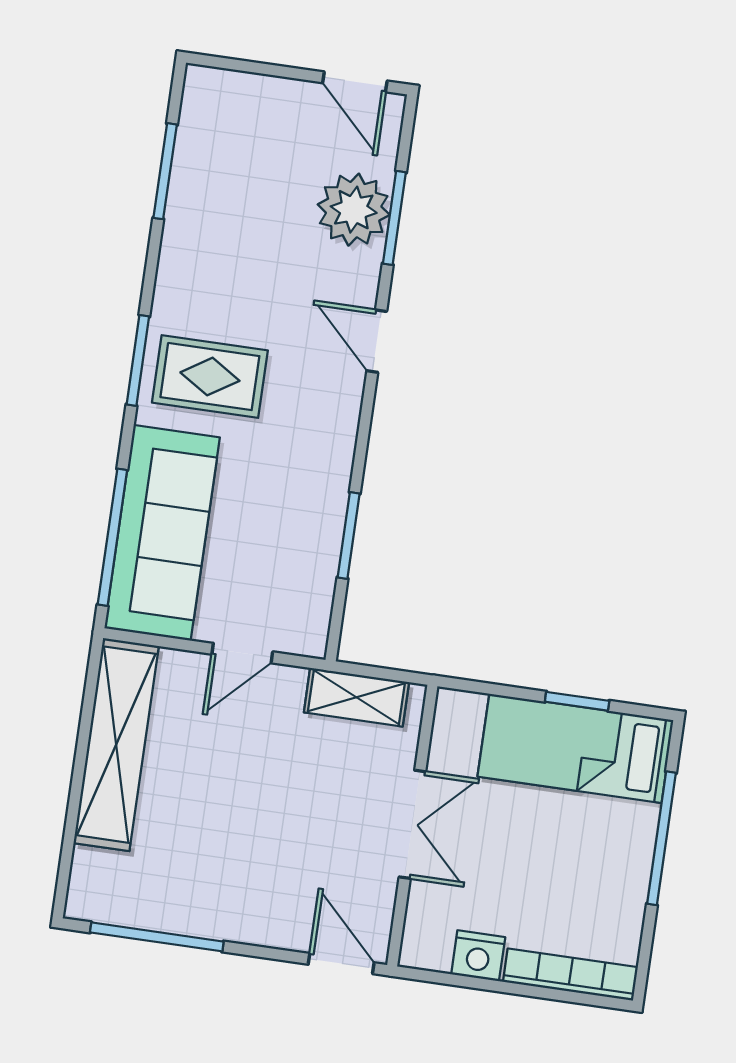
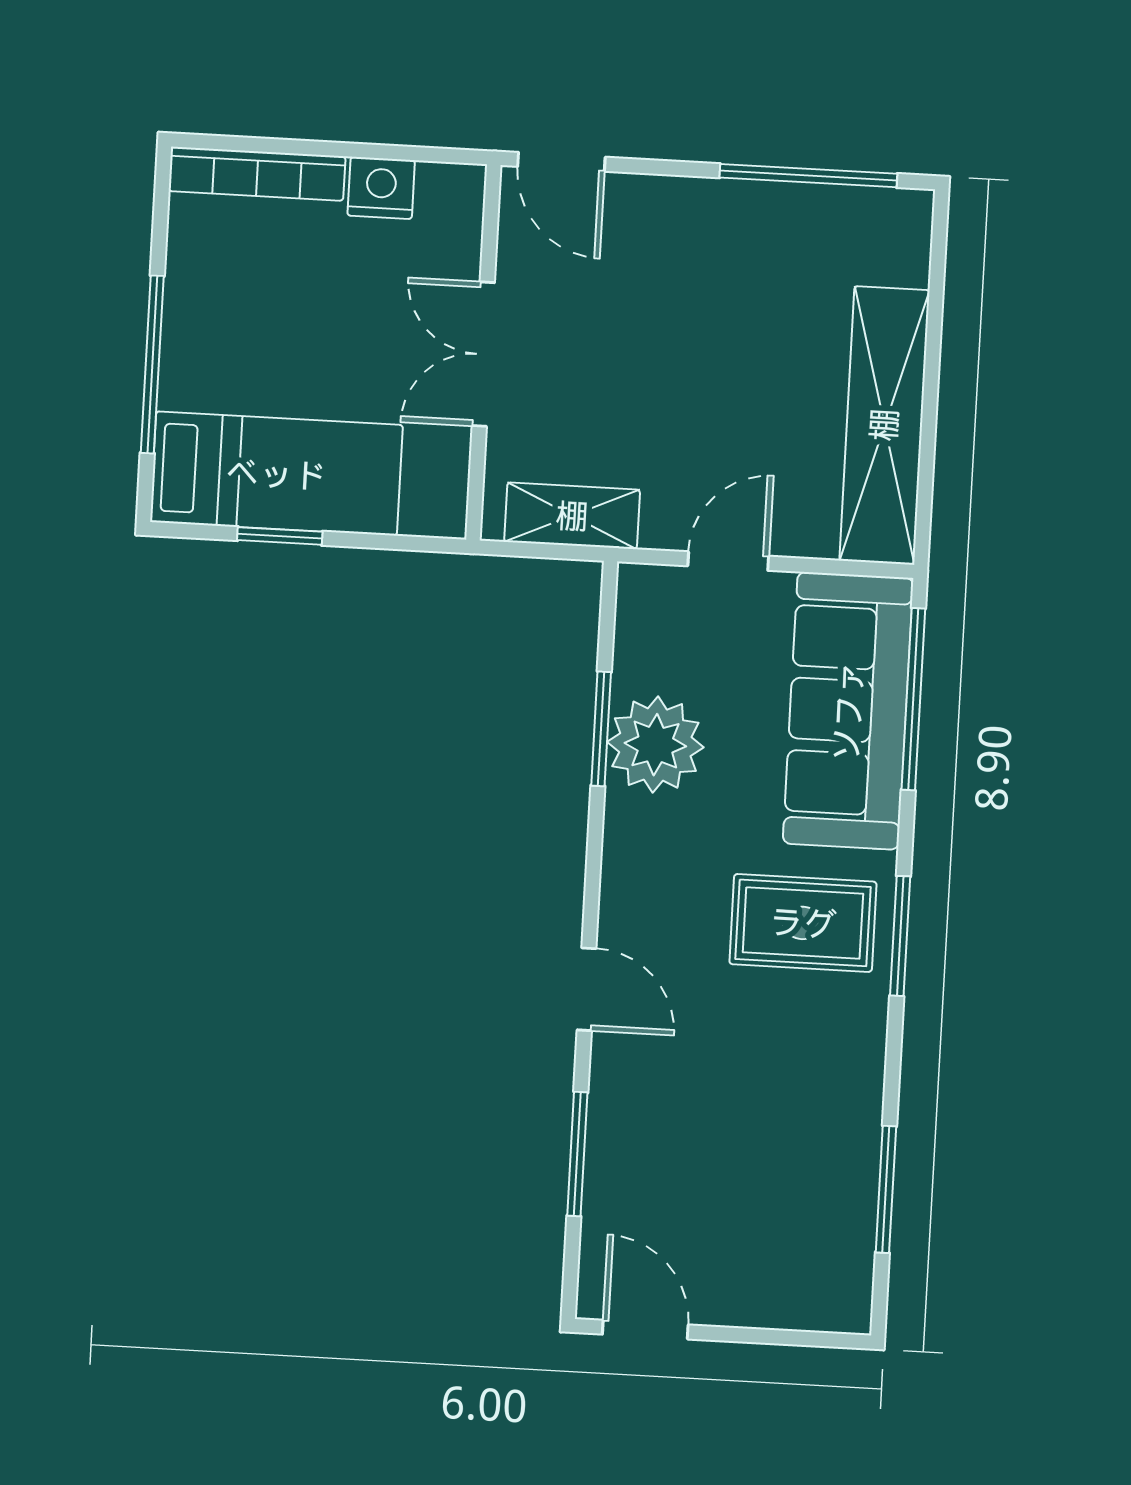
plant: (354, 210) -> (655, 745), moved

